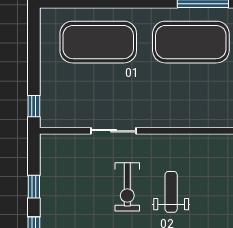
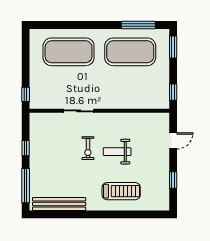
exercise bike: (127, 187) -> (88, 148), width x0.73, depth x0.72
weight bench: (171, 192) -> (117, 152), turned -90

